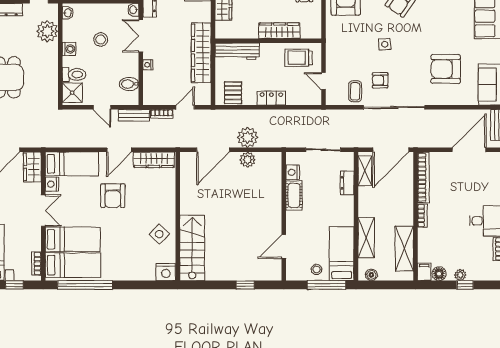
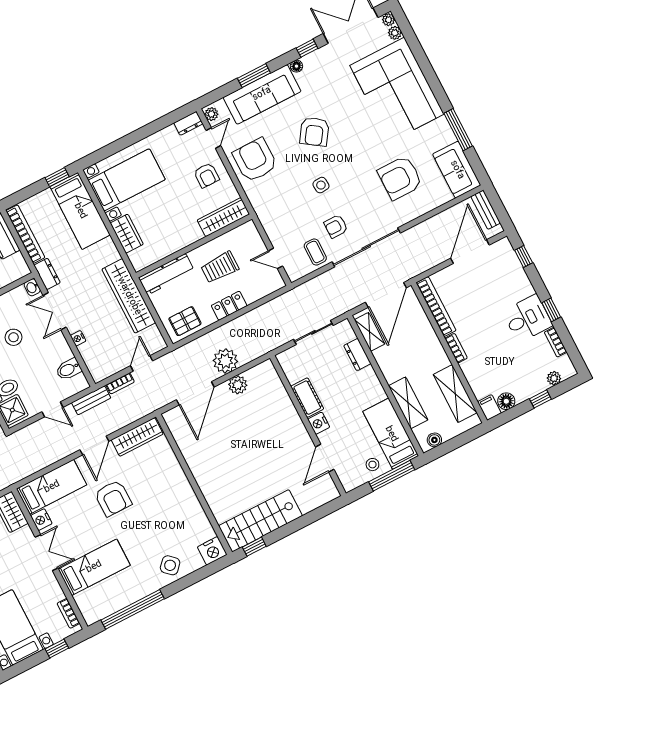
wardrobe: (279, 31) -> (223, 217), moved
trolley: (299, 58) -> (220, 267), moved
pallet: (233, 93) -> (185, 321), turned 90
nightstand: (293, 172) -> (319, 423), moved
side table: (159, 234) -> (170, 565), moved
stairs: (192, 248) -> (260, 521), moved, turned -90
bed: (73, 265) -> (109, 595), removed
plant: (460, 275) -> (554, 378), moved
window: (245, 285) -> (254, 547), moved

